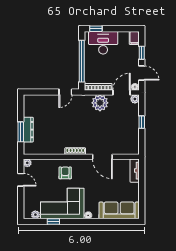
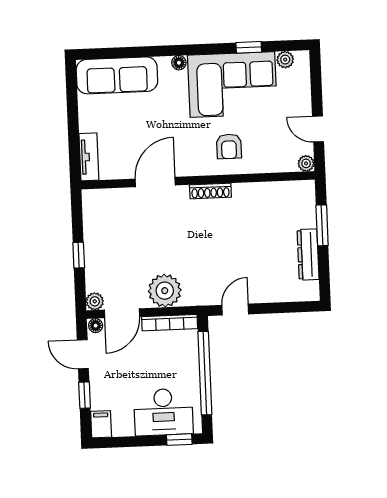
dresser: (28, 130) -> (308, 254), moved
door: (102, 157) -> (155, 182), hinge flipped

